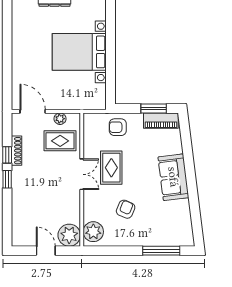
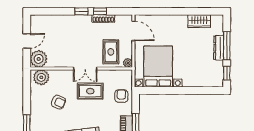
wardrobe: (20, 25) -> (199, 21), added
bed with nightstands: (79, 52) -> (158, 67), moved
door: (33, 111) -> (133, 31), hinge flipped
plant: (60, 119) -> (128, 63), moved

